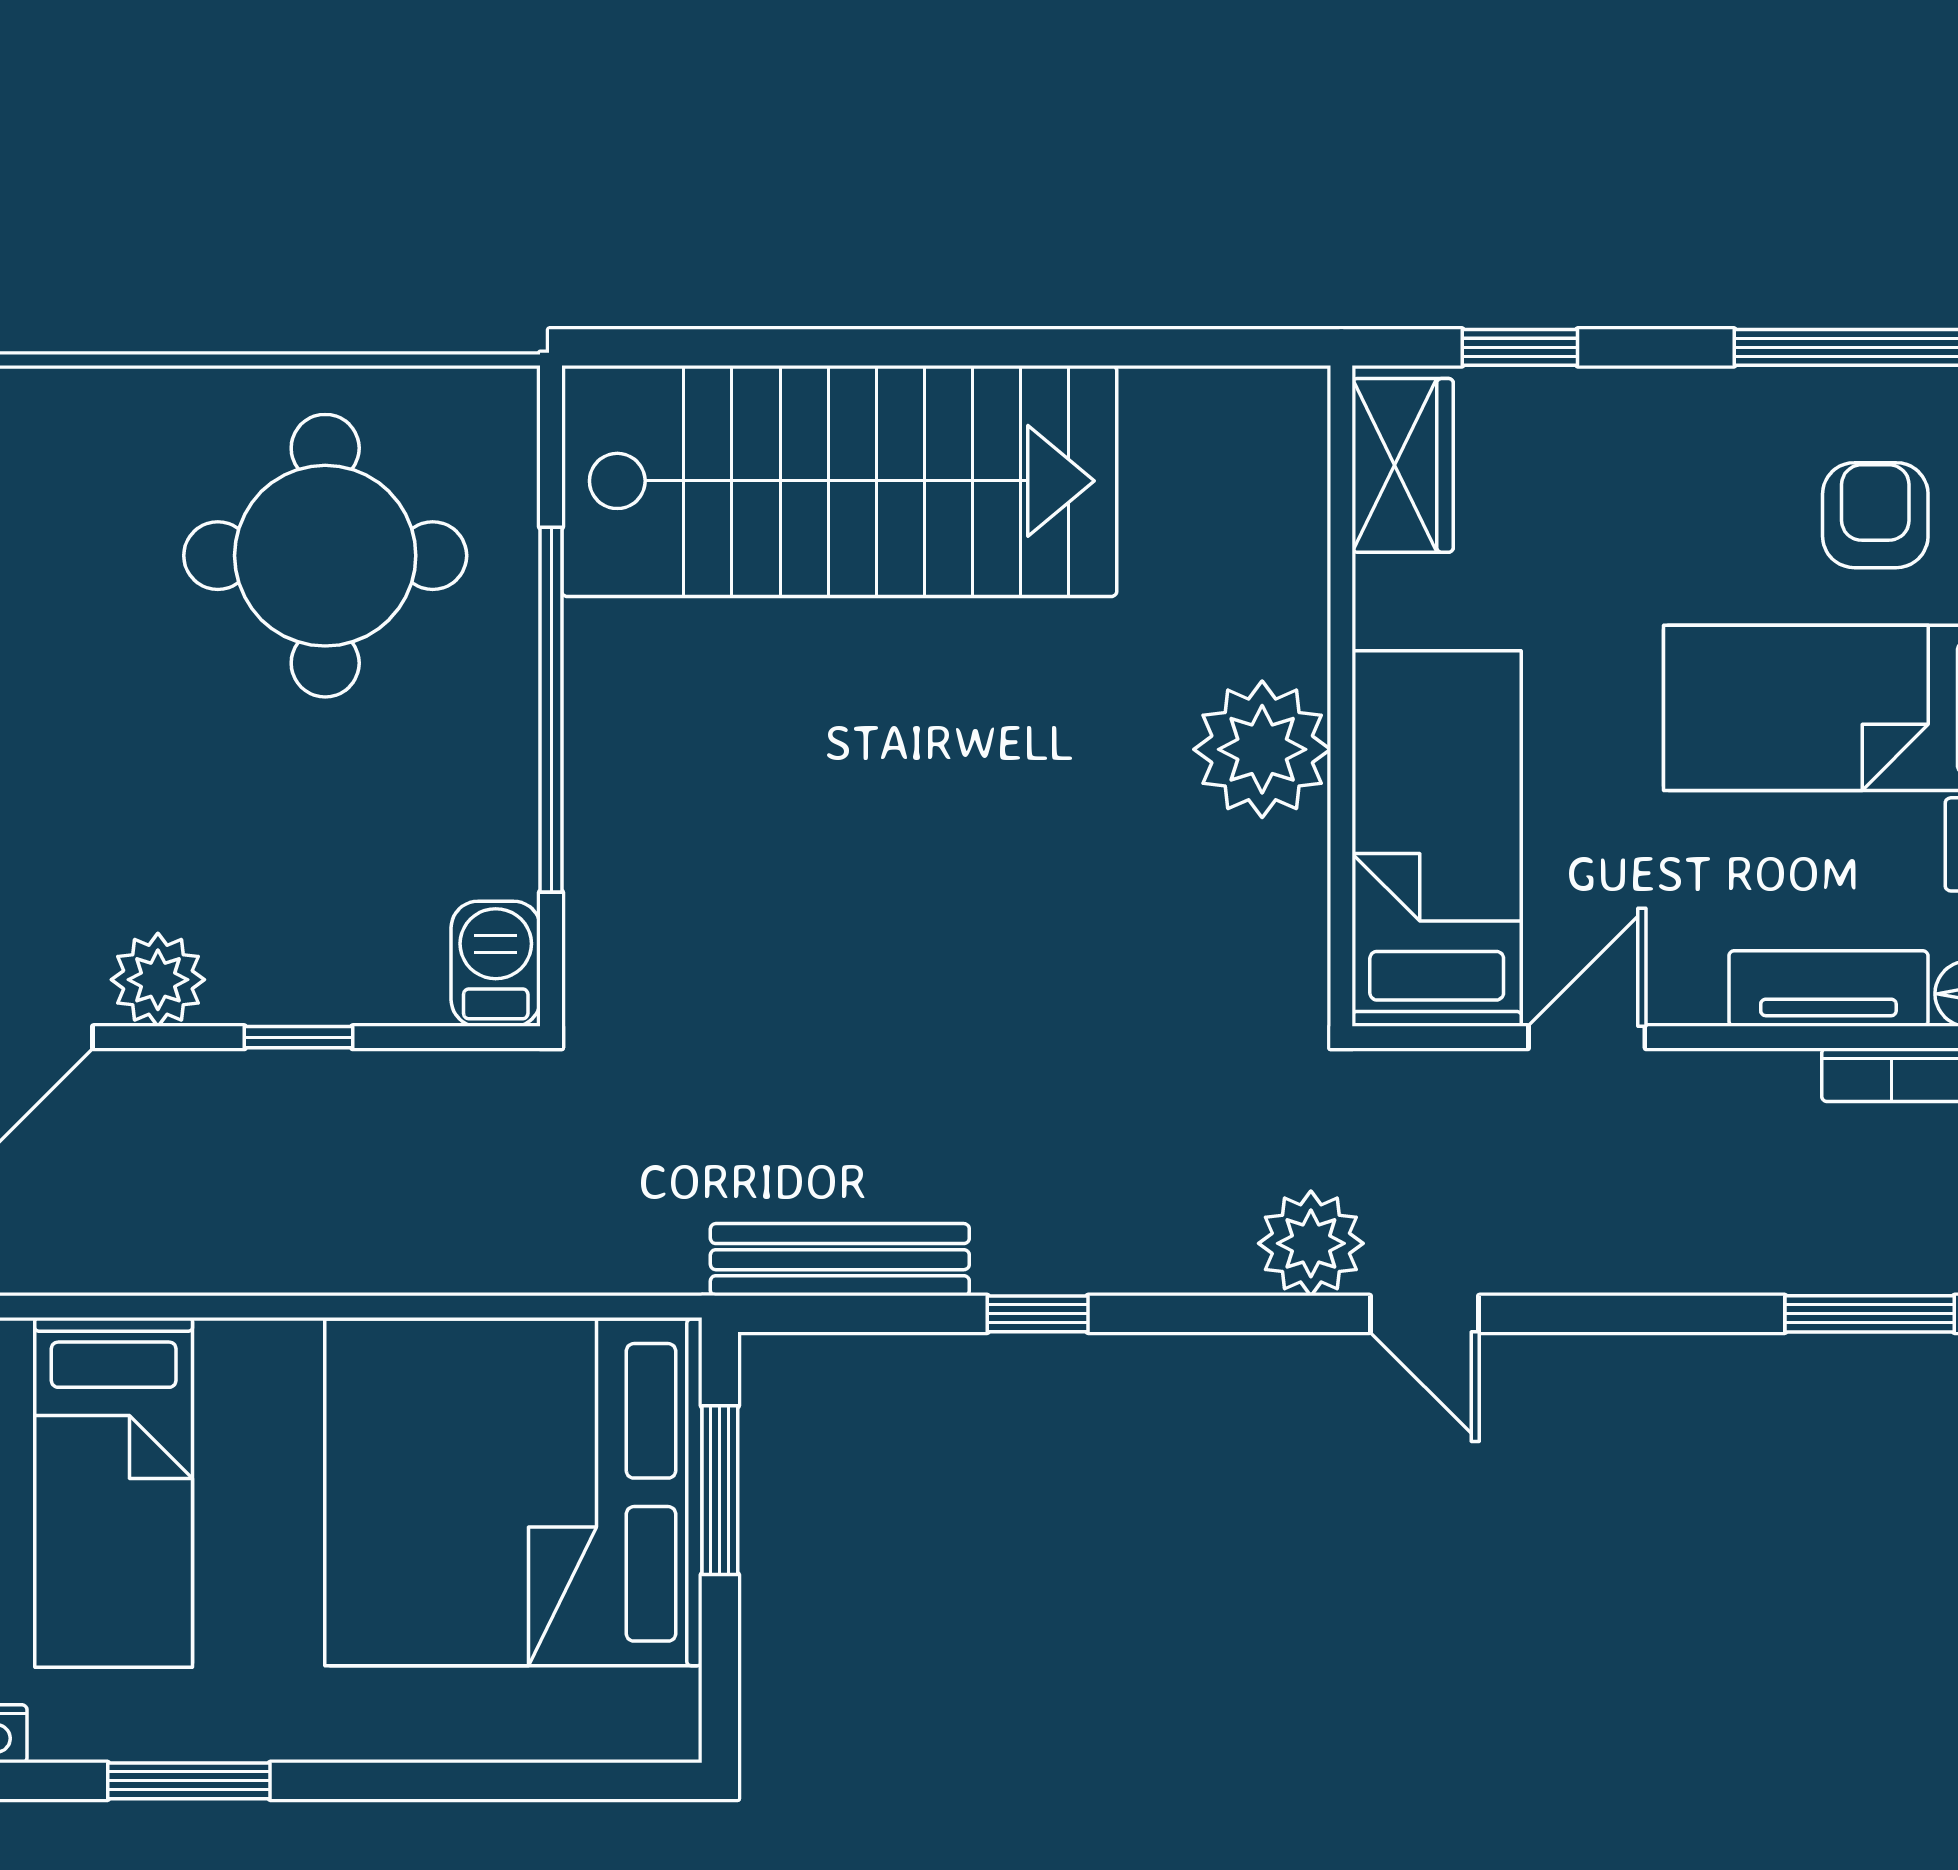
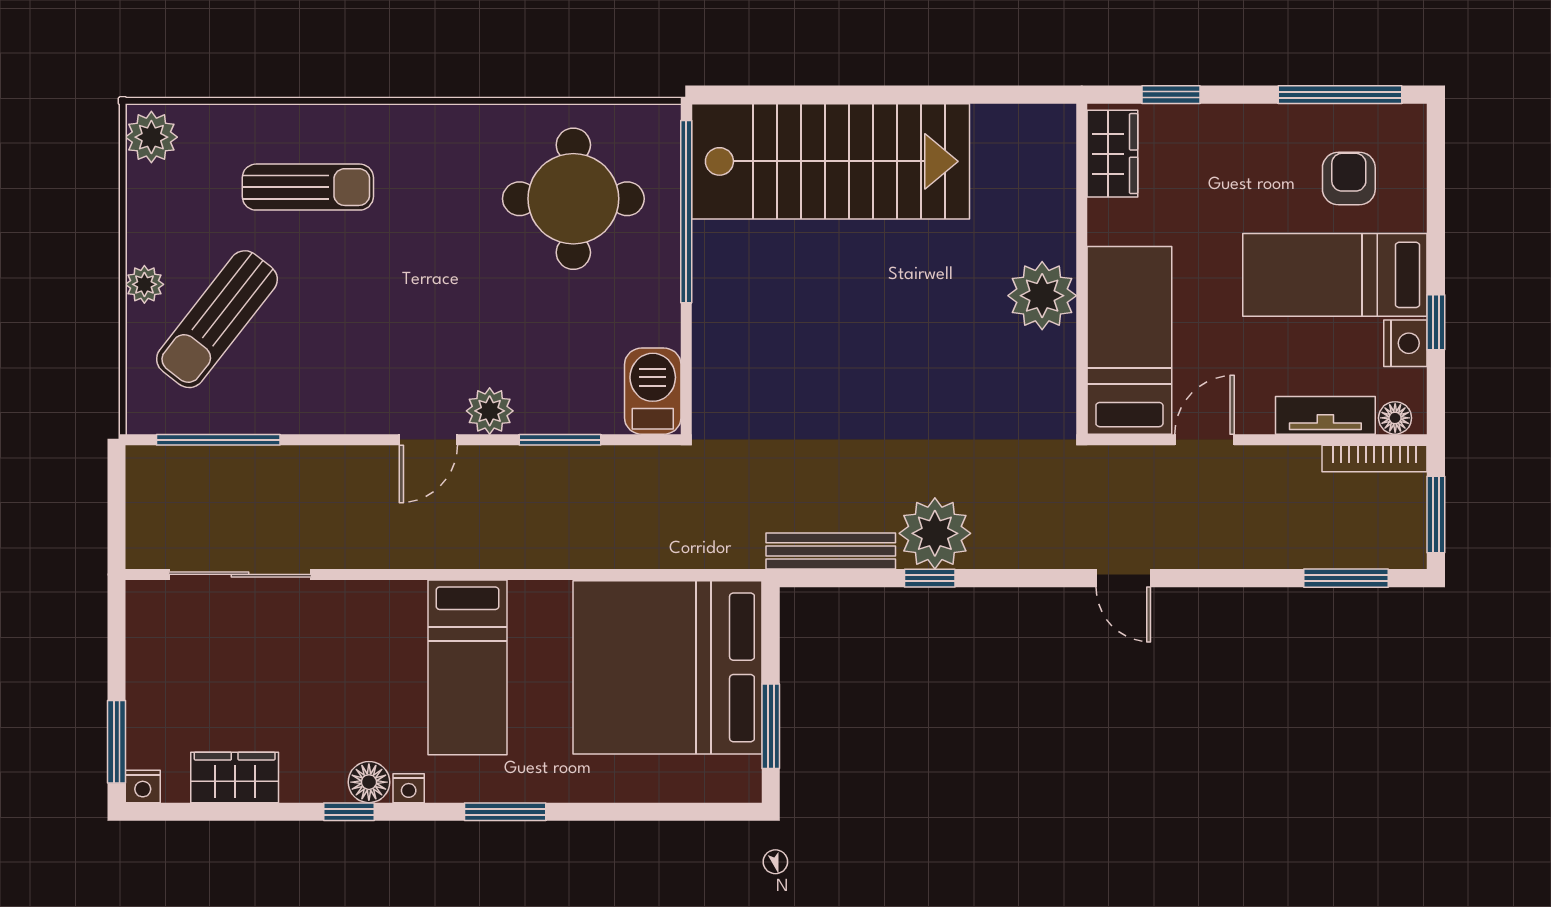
window: (551, 710) -> (686, 212), moved
barbecue: (496, 964) -> (653, 391), width x1.38, depth x1.27
window: (299, 1037) -> (560, 440), width x1.50
plant: (1311, 1243) -> (935, 533), moved, width x1.36, depth x1.36
window: (720, 1490) -> (771, 726), moved

